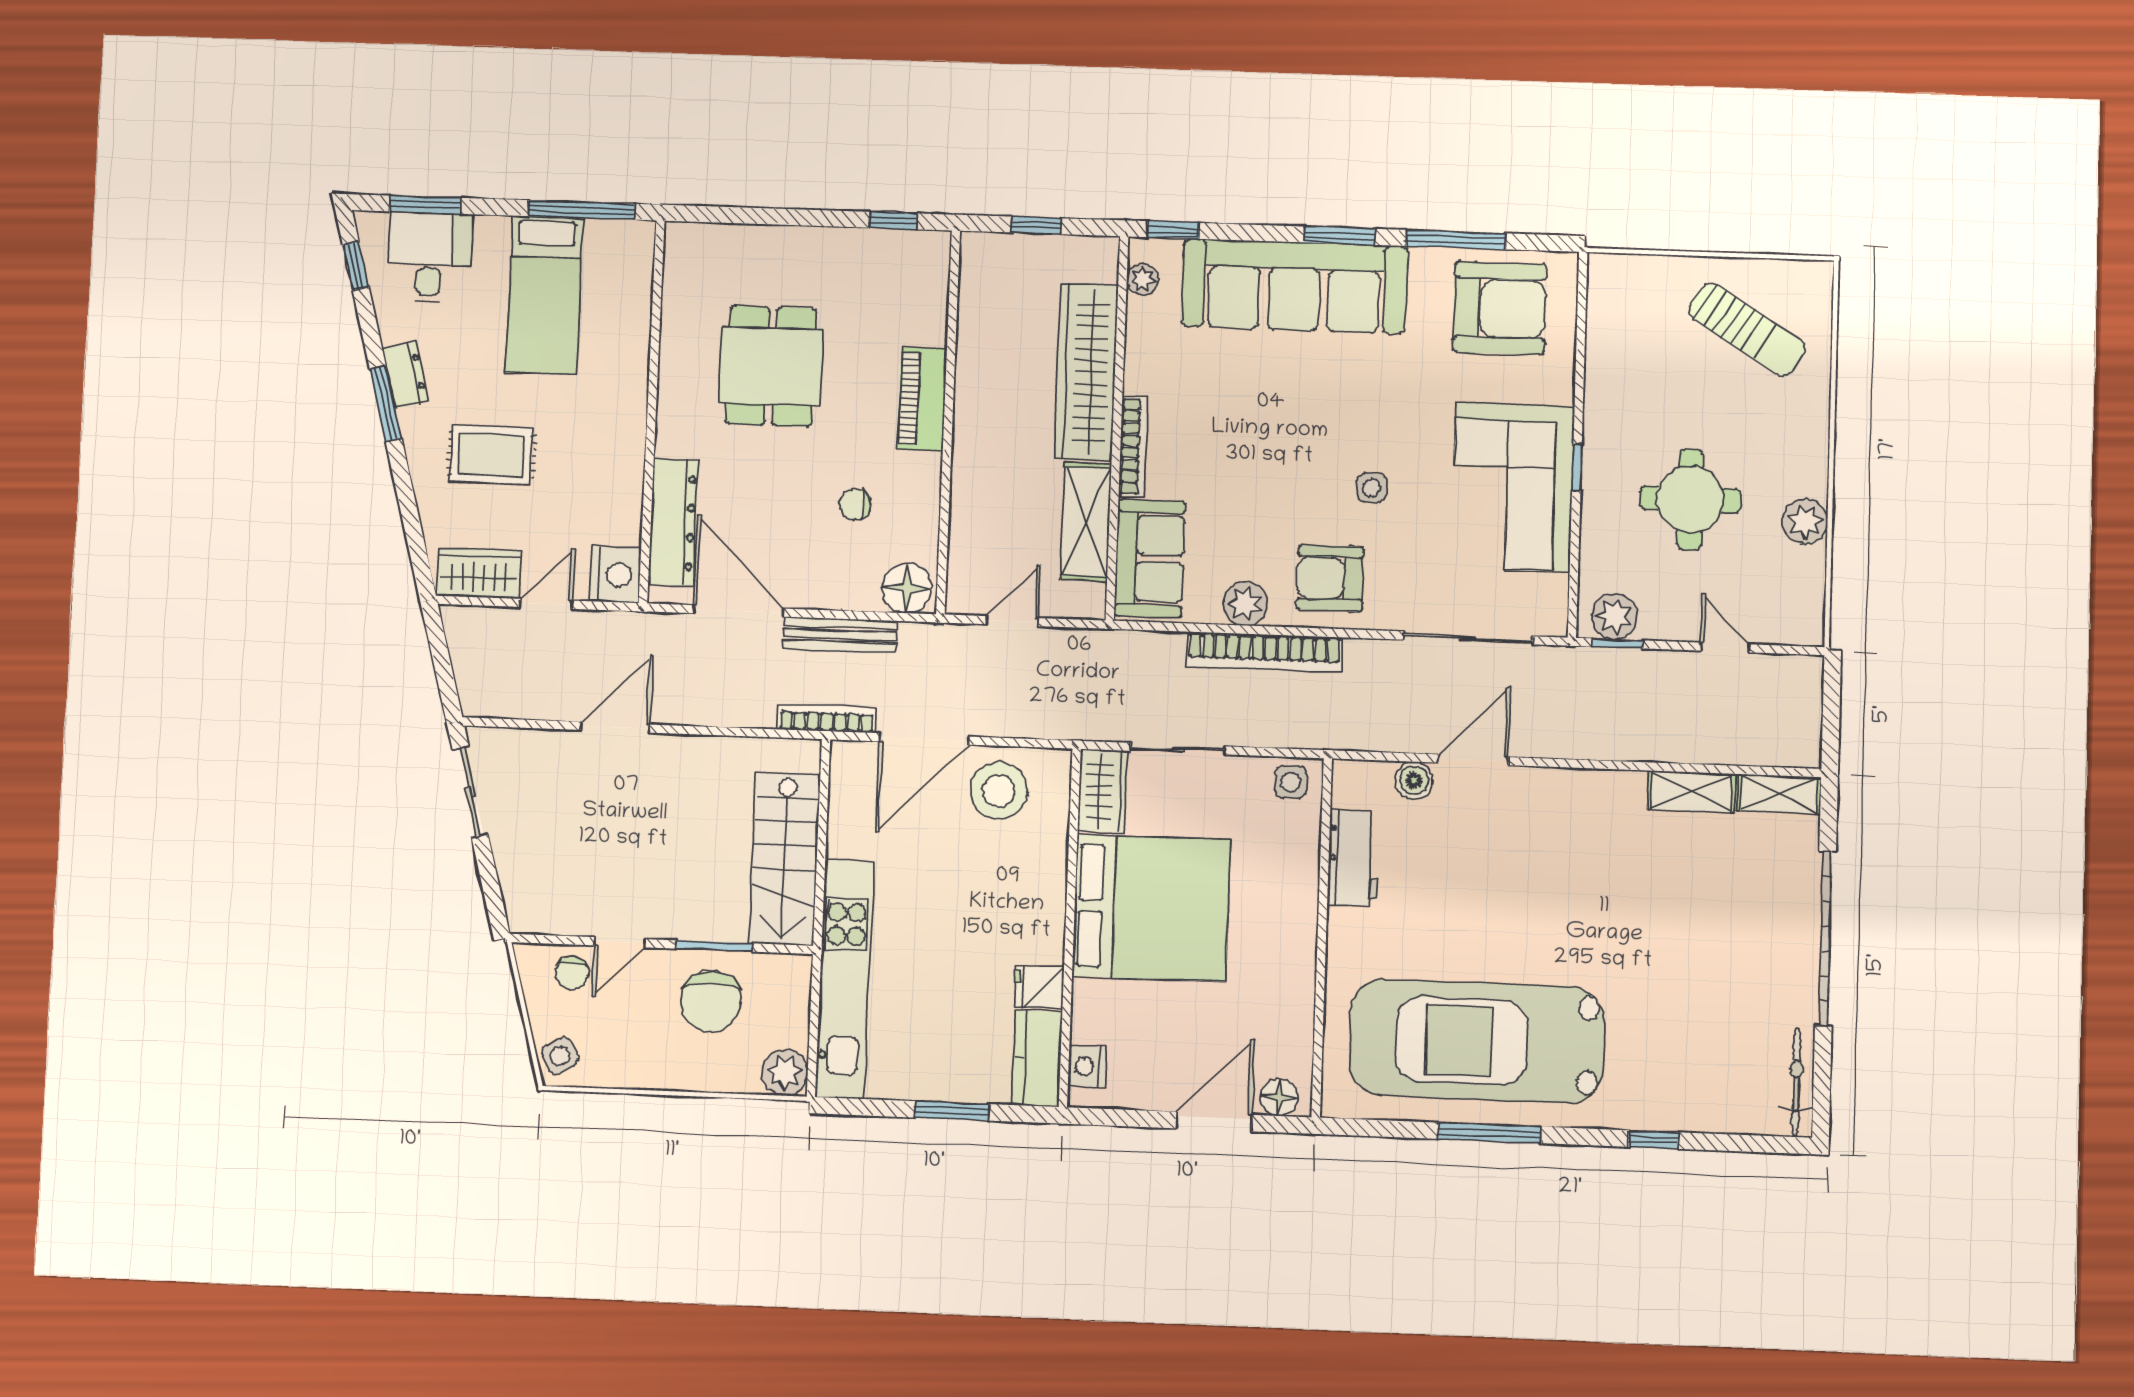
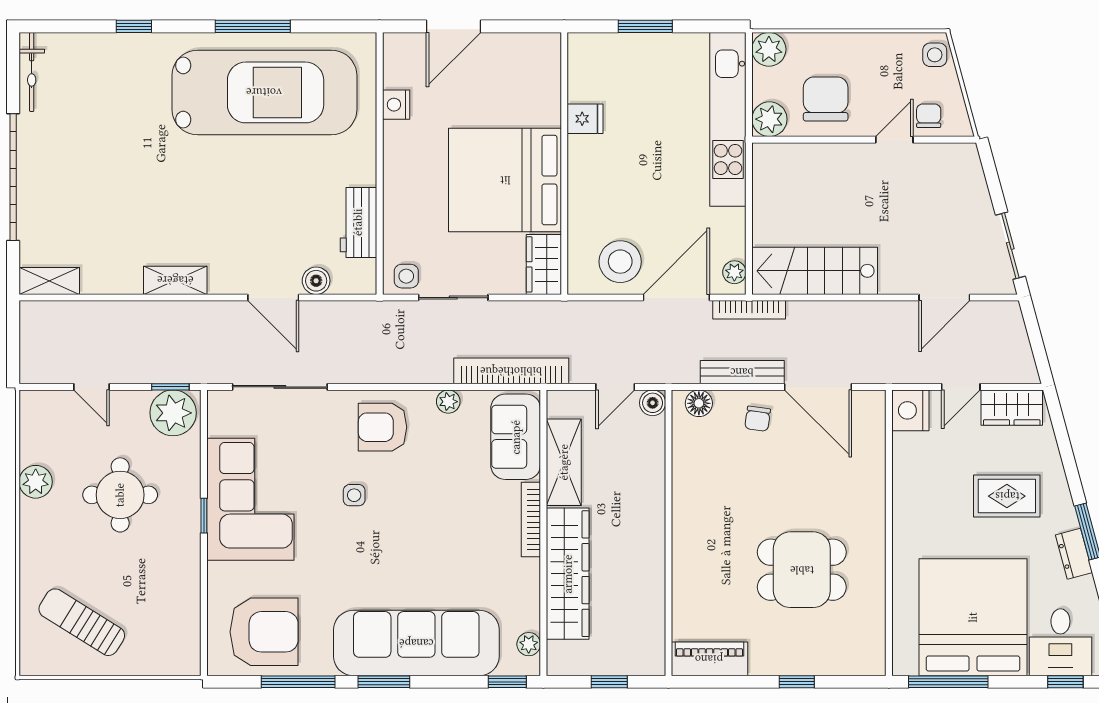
window: (425, 205) -> (1065, 682), width x0.67
window: (893, 221) -> (797, 682), moved
bed: (544, 295) -> (973, 617), width x2.04
armchair: (1500, 308) -> (264, 632), turned 180
dining table: (771, 366) -> (802, 570), turned 90
piano: (922, 399) -> (709, 659), moved, turned -90
chair: (855, 504) -> (758, 419), moved, turned 98
dresser: (673, 522) -> (869, 451), removed
armchair: (1330, 578) -> (383, 427), turned 180
floor lamp: (907, 588) -> (699, 403), width x0.73, depth x0.73
boiler: (963, 598) -> (653, 403), added
plant: (1246, 604) -> (448, 402), width x0.73, depth x0.73
plant: (1615, 616) -> (173, 413), width x1.36, depth x1.36
bookcase: (1264, 652) -> (511, 371), moved
door: (615, 727) -> (944, 298), moved
sliding door: (1178, 749) -> (453, 298), moved
door: (1473, 760) -> (273, 298), hinge flipped
plant: (845, 770) -> (734, 272), added
shelving: (1691, 792) -> (175, 280), moved
stairs: (785, 859) -> (815, 271), moved, turned -90
window: (714, 946) -> (825, 140), removed
plant: (788, 977) -> (769, 119), added
side table: (560, 1056) -> (935, 55), turned 32
kitchen counter: (1037, 1059) -> (584, 67), removed
nightstand: (1087, 1067) -> (396, 105), moved, turned 180
floor lamp: (1279, 1097) -> (407, 46), removed

